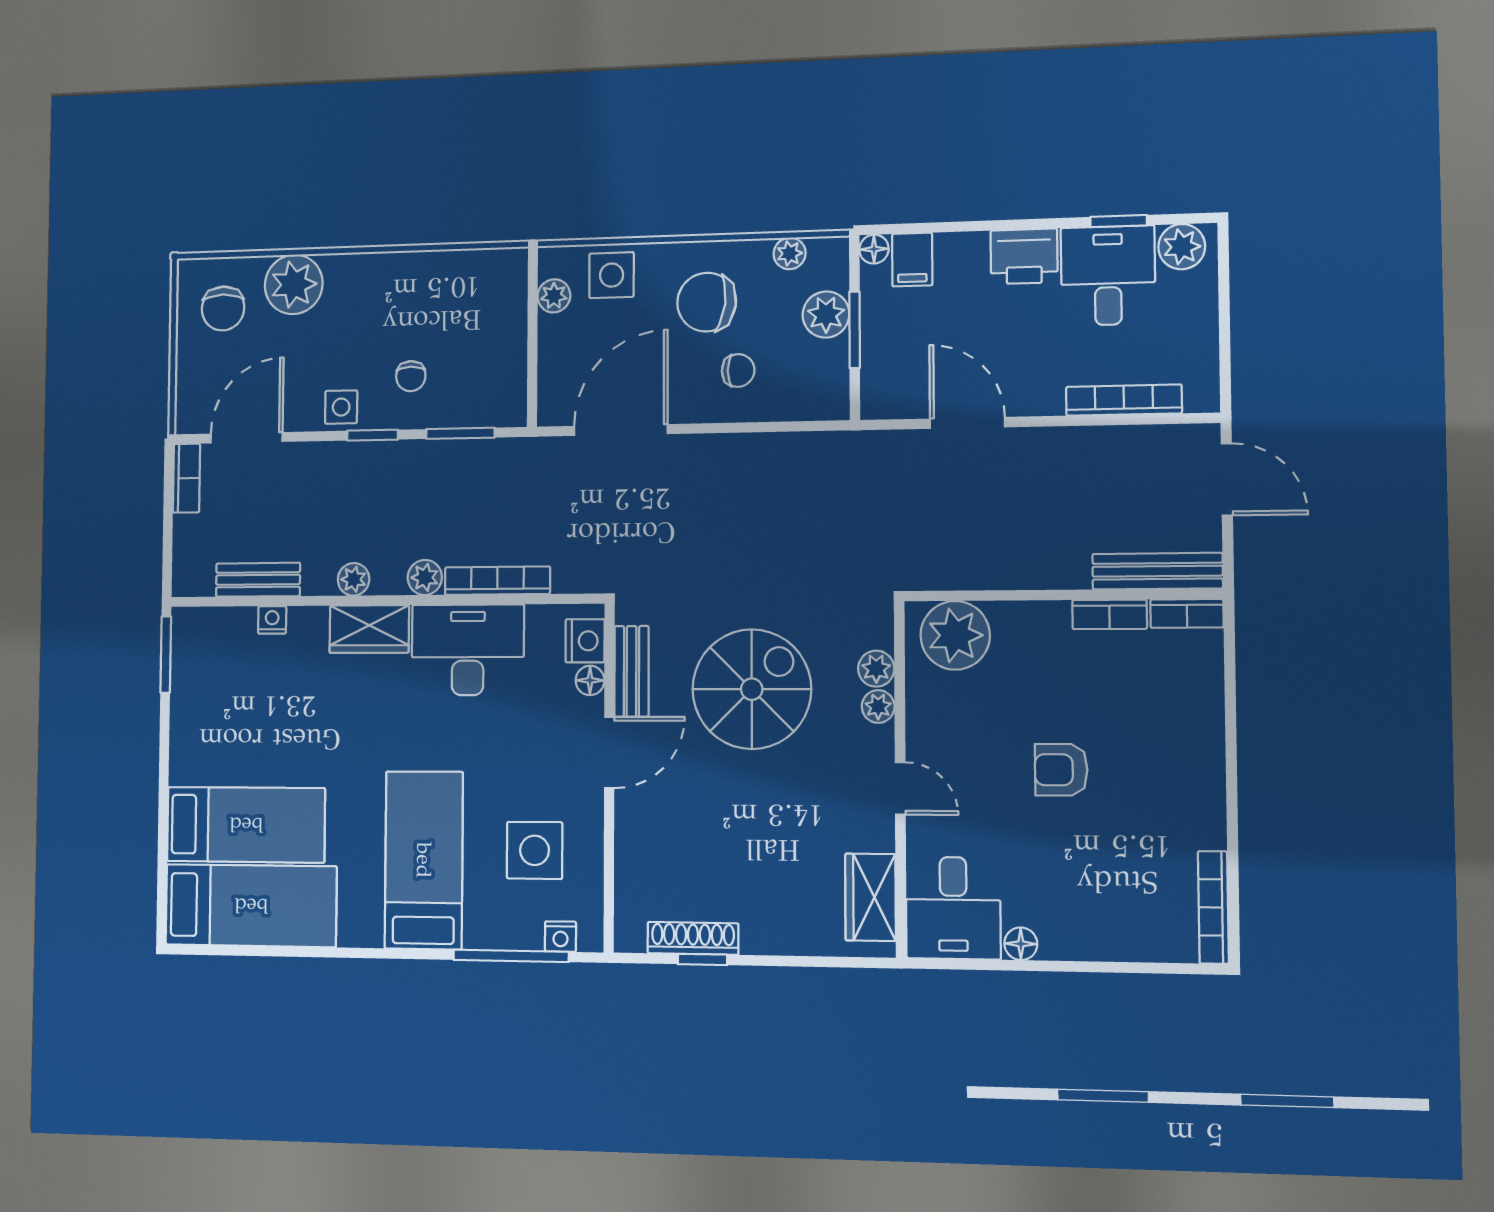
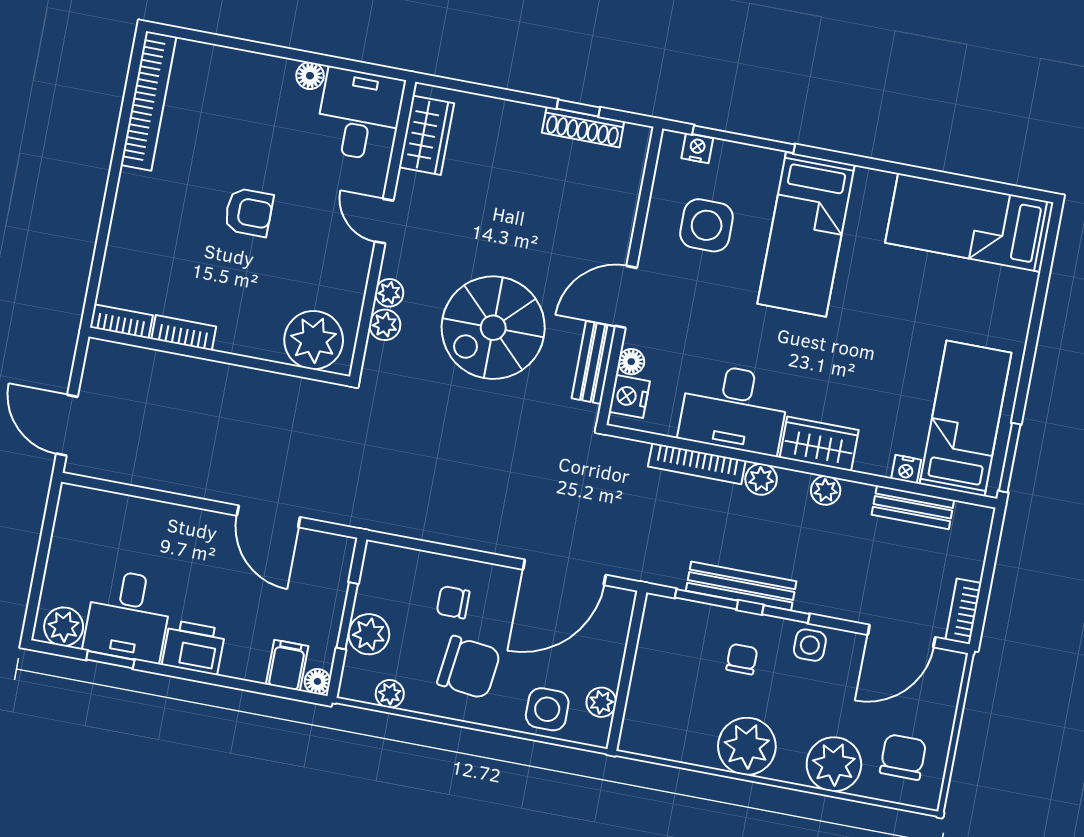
plant: (389, 283) -> (747, 746), added
bookcase: (1124, 400) -> (136, 508), removed
bench: (1157, 571) -> (741, 586), moved
bed: (246, 825) -> (966, 418), moved, turned 90
bookcase: (1213, 907) -> (149, 101), width x1.48, depth x1.31

